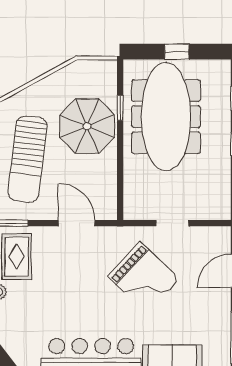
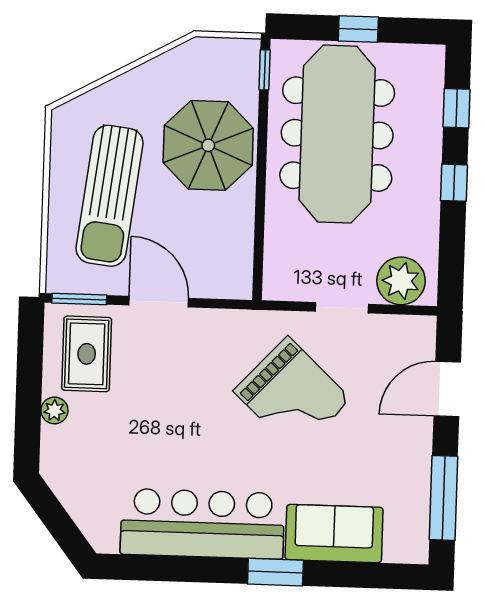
window: (120, 108) -> (265, 70), moved
plant: (208, 205) -> (401, 281), added
door: (77, 223) -> (159, 302), moved

